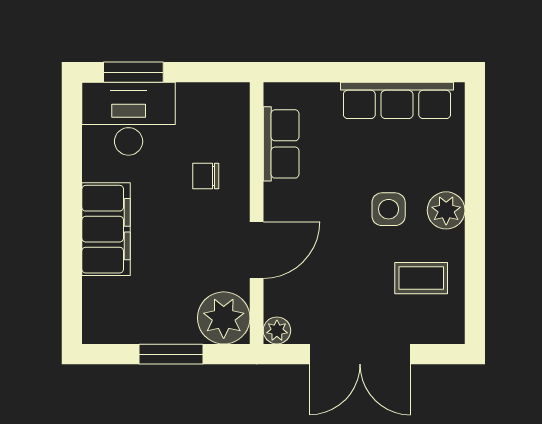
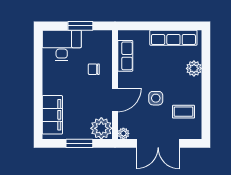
window: (133, 72) -> (80, 26), moved
side table: (389, 209) -> (156, 98), moved
plant: (446, 210) -> (194, 68), moved
filing cabinet: (106, 229) -> (52, 115), moved

